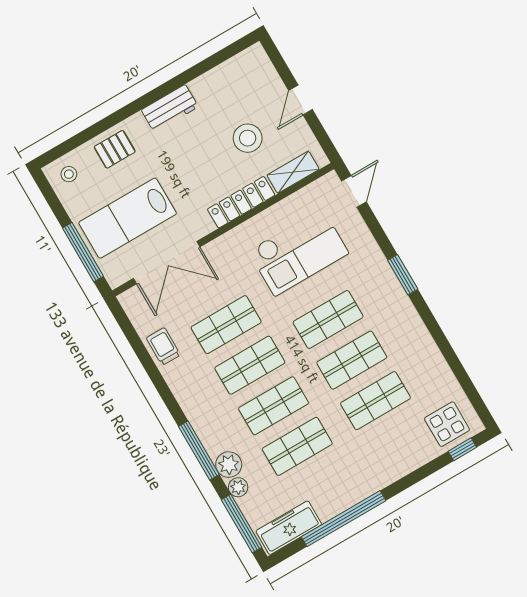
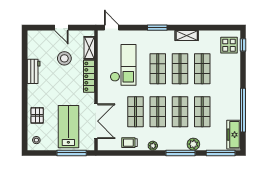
workbench: (170, 108) -> (34, 71), moved
lab bench: (128, 218) -> (68, 127), turned 180
shelving: (420, 337) -> (187, 35), added
plant: (238, 487) -> (153, 146), moved

